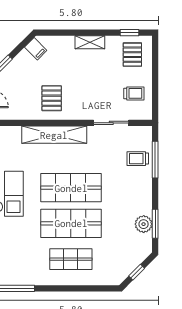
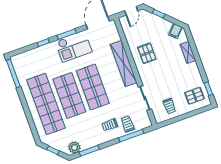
shelving: (90, 42) -> (188, 52), moved
pallet: (52, 98) -> (147, 53), turned 90
trolley: (130, 183) -> (110, 125), added
plant: (144, 224) -> (74, 148), moved
shop shelf: (71, 259) -> (46, 104), width x2.00, depth x1.36

